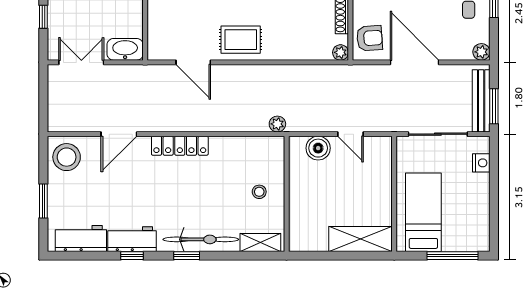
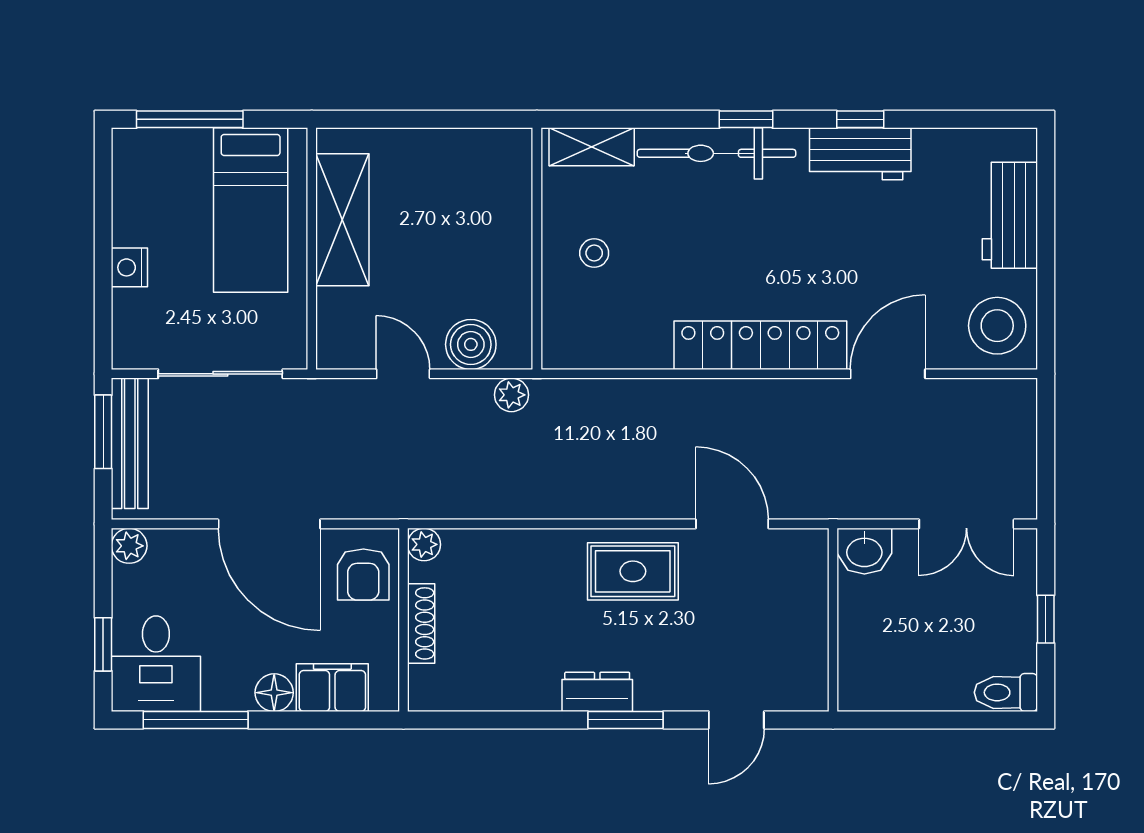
armchair: (370, 38) -> (363, 575), turned -86
washbasin: (125, 49) -> (864, 551), width x0.72
plant: (277, 124) -> (511, 395), moved
locker: (180, 146) -> (760, 345), width x1.41, depth x1.21
nightstand: (481, 163) -> (129, 267), moved
window: (43, 201) -> (1046, 234), removed
workbench: (81, 239) -> (1010, 215), moved, turned 90
shelving: (361, 239) -> (342, 220), moved, turned 90

